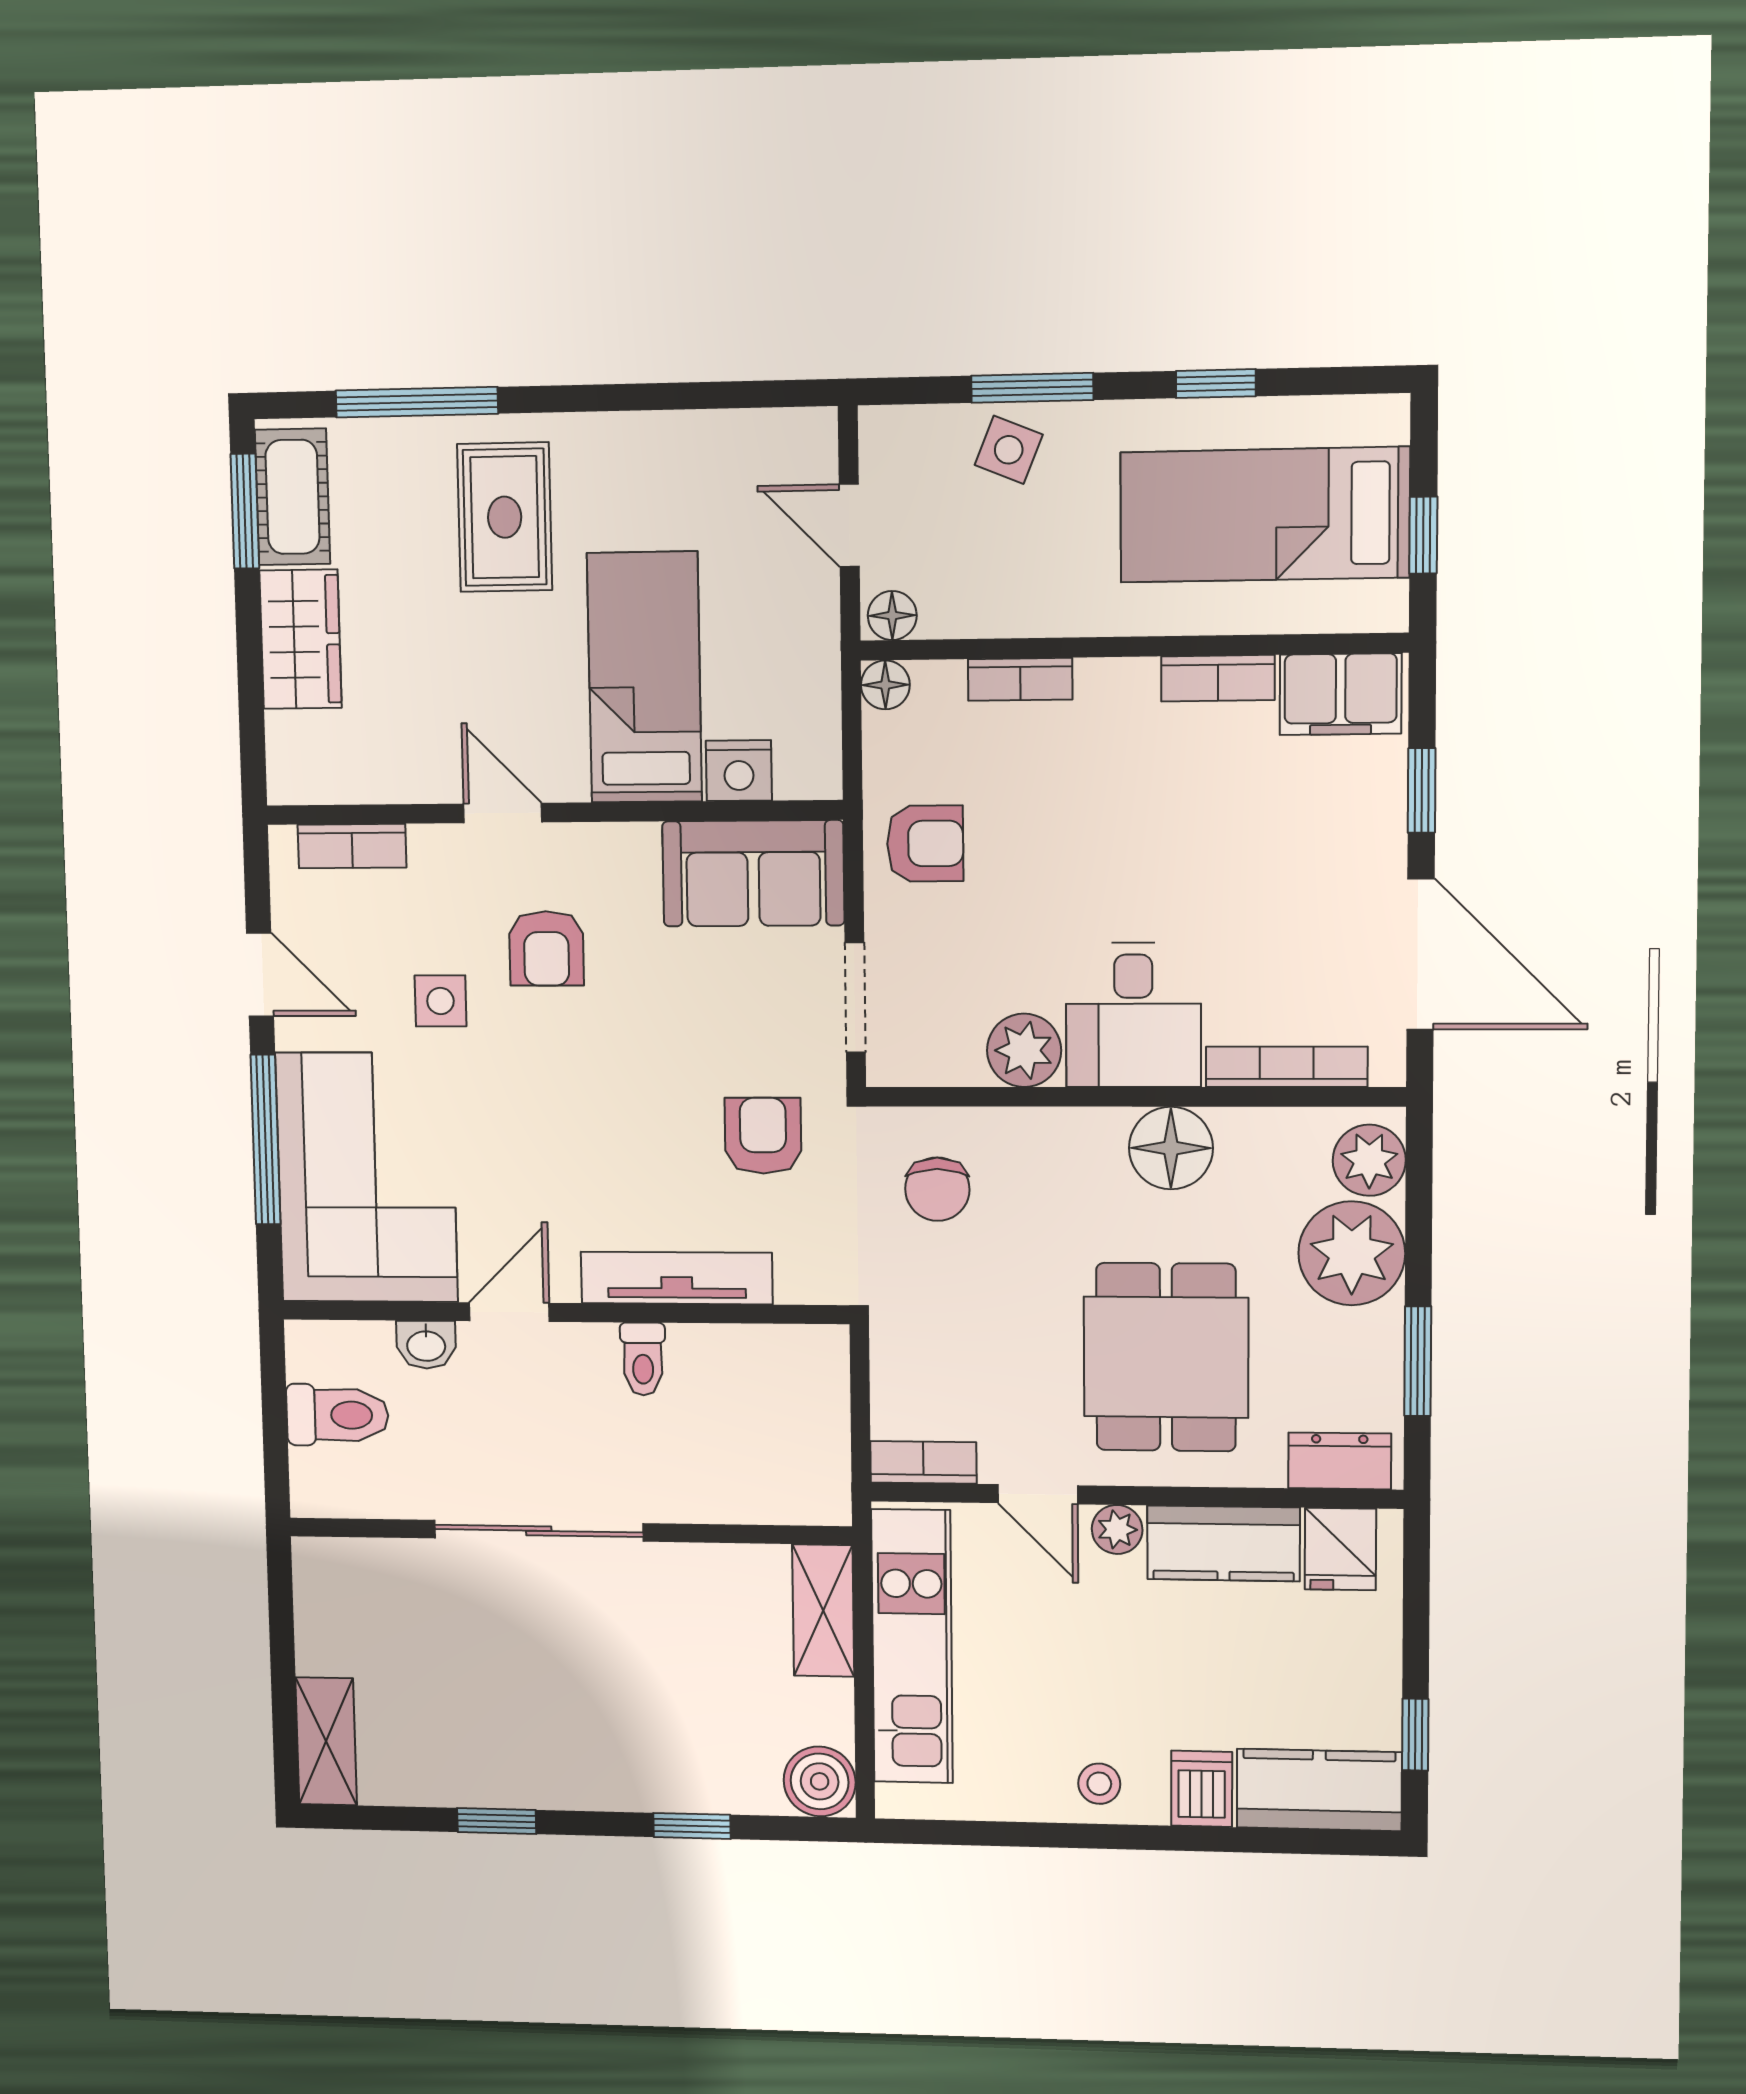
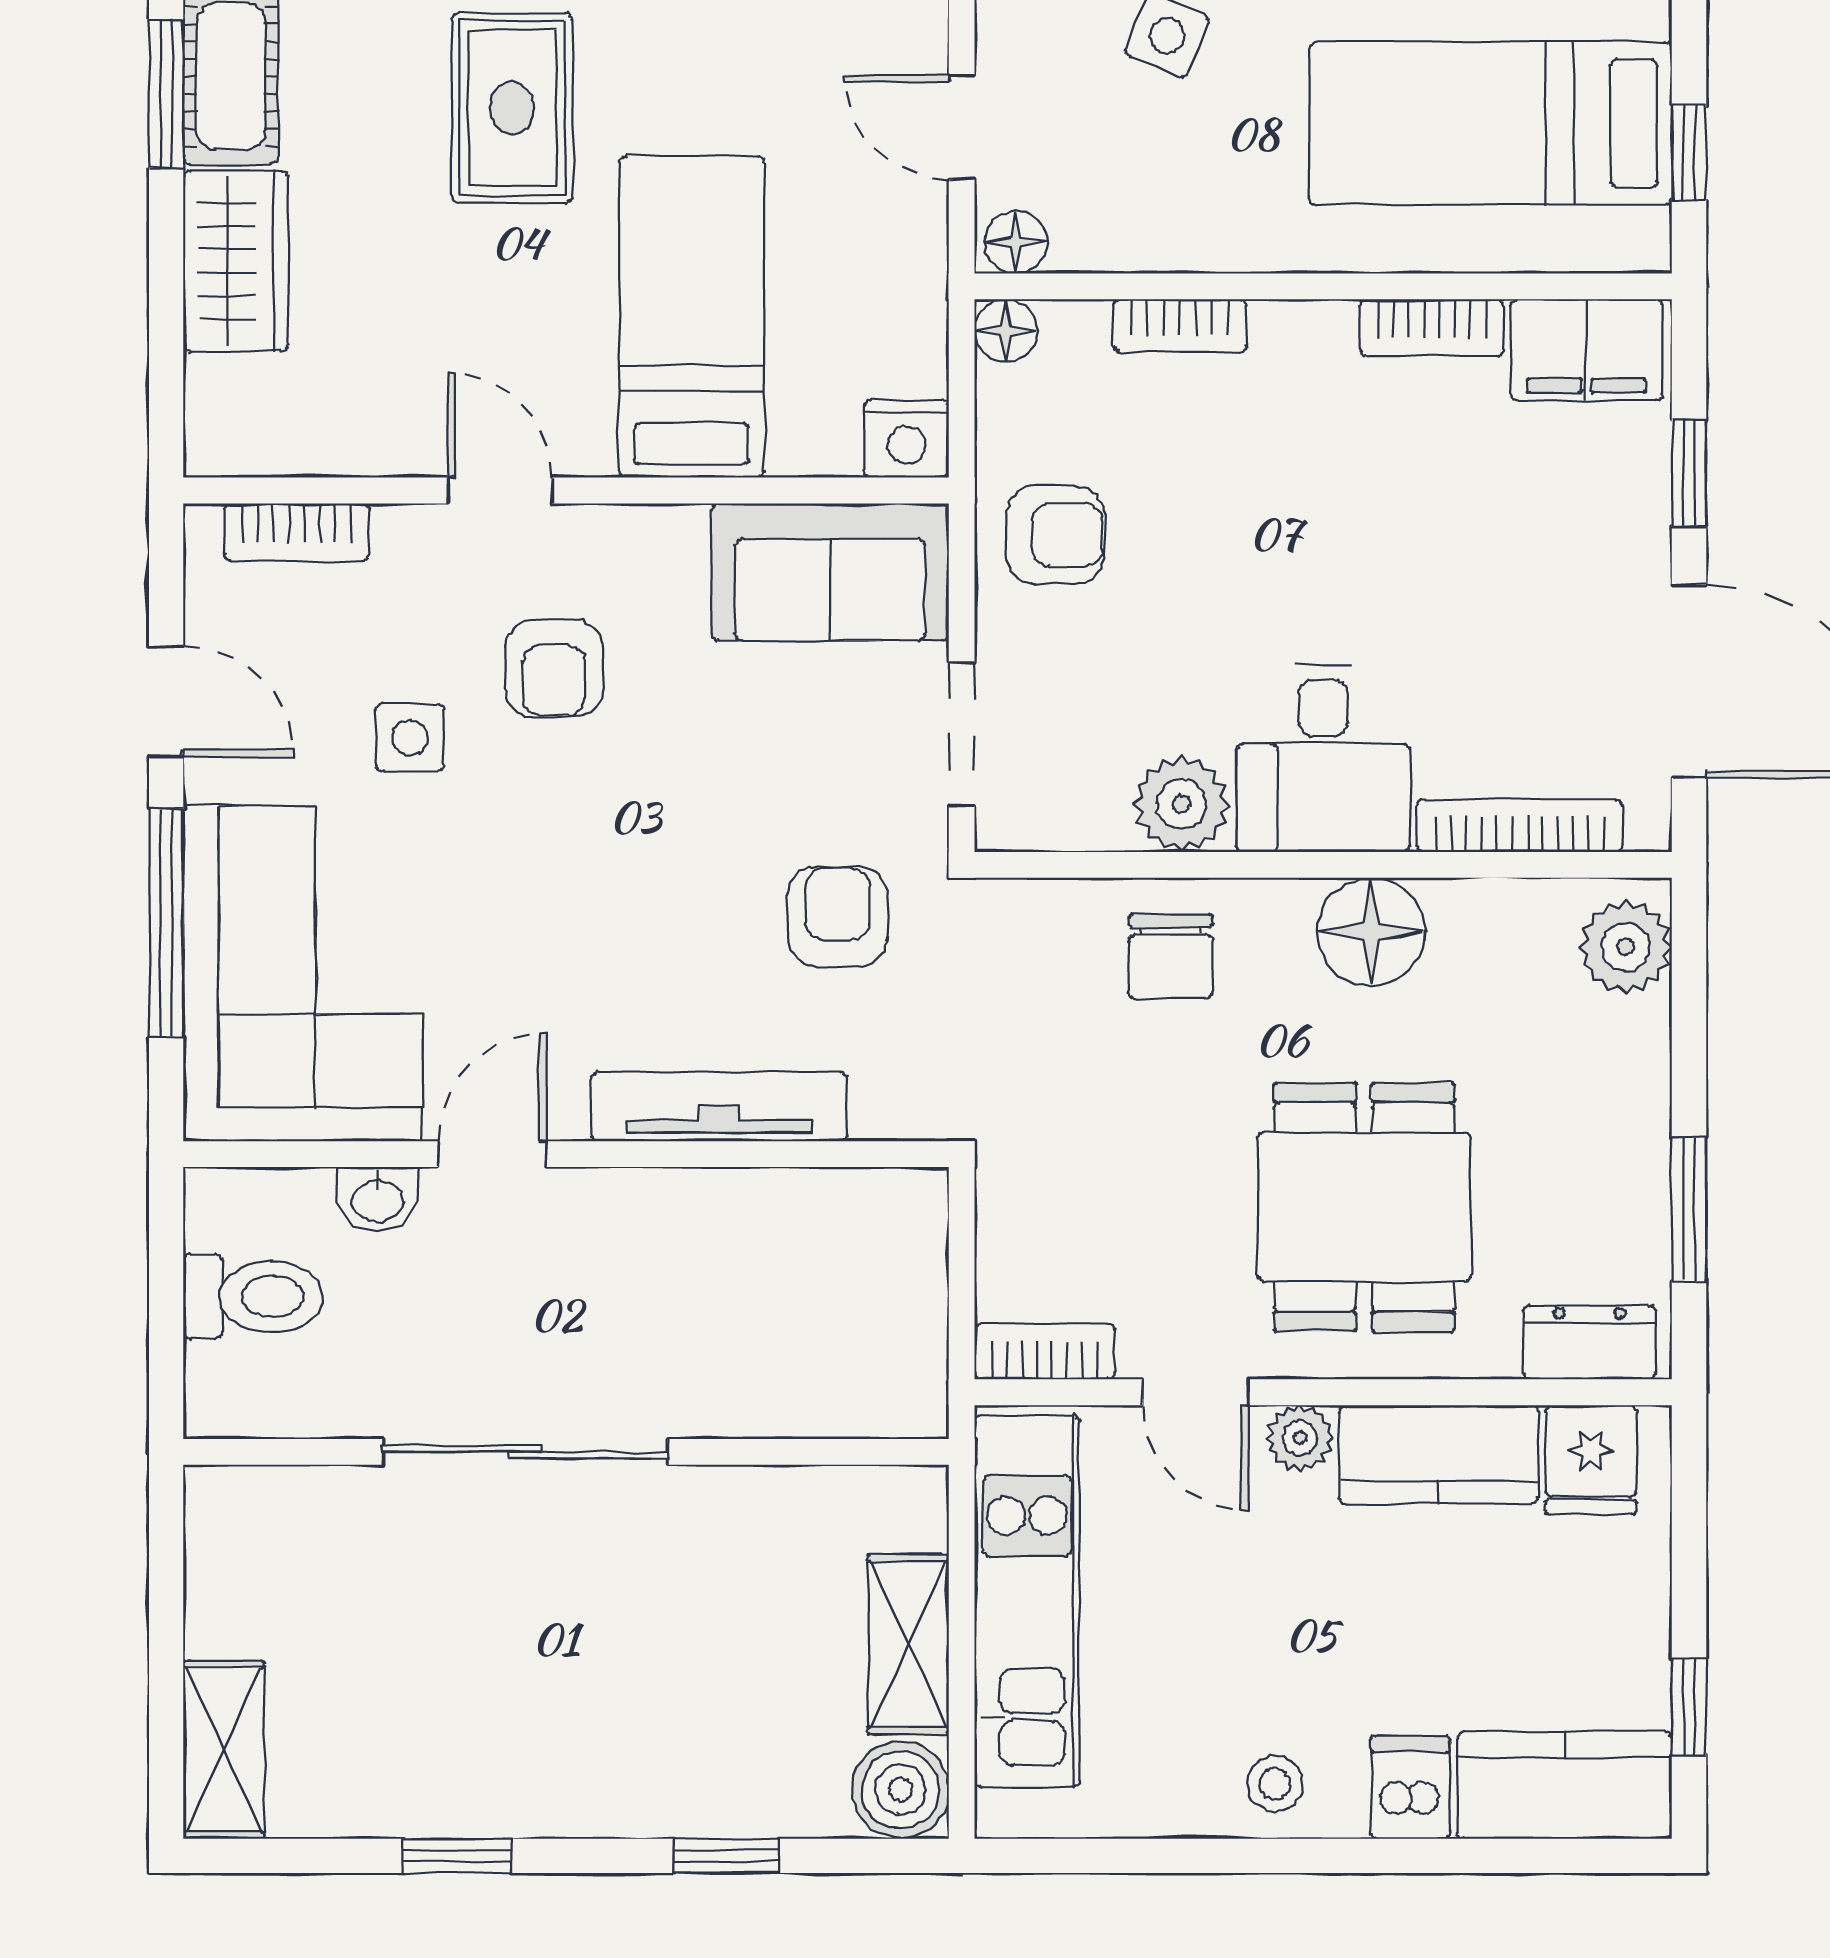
nightstand: (739, 771) -> (906, 439), moved
chair: (937, 1189) -> (1171, 956), moved
plant: (1352, 1253) -> (1604, 1068), removed
toilet: (643, 1359) -> (672, 1216), removed
shelving: (823, 1610) -> (908, 1644), moved

